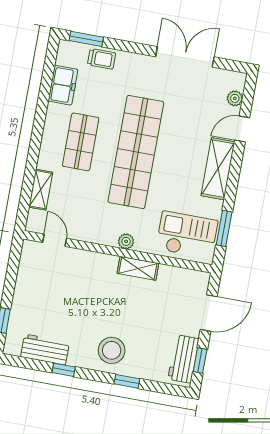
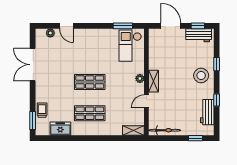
shop shelf: (136, 152) -> (90, 82), width x0.50, depth x0.74
shelving: (218, 169) -> (91, 35), removed
shelving: (41, 190) -> (133, 130), moved
door: (55, 240) -> (146, 101), moved
shelving: (138, 268) -> (153, 81), moved
bicycle: (27, 269) -> (165, 130), added

